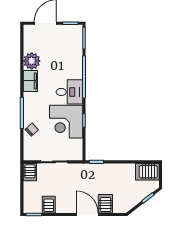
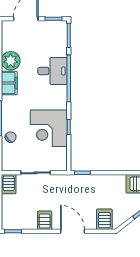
desk: (69, 92) -> (53, 71), moved
server rack: (105, 204) -> (104, 219), moved
server rack: (49, 205) -> (45, 220), moved

